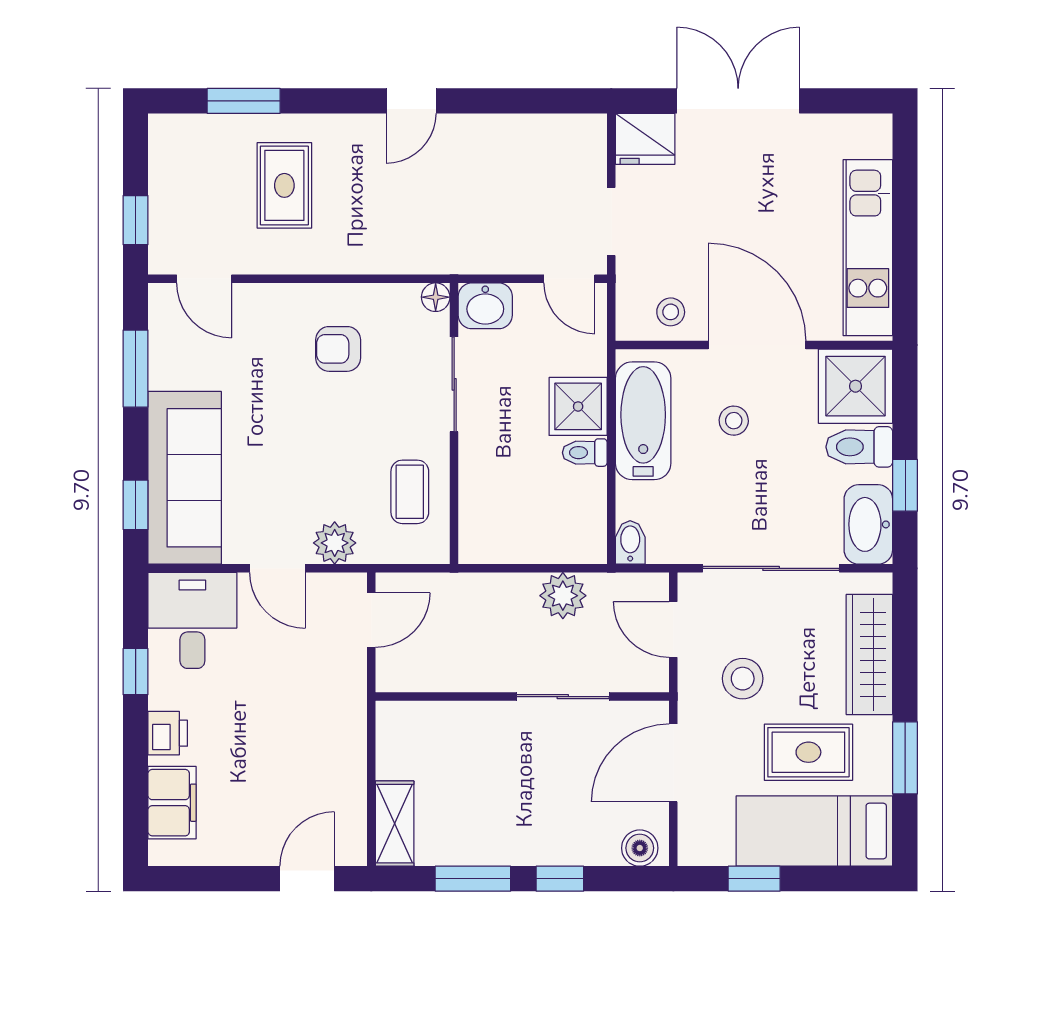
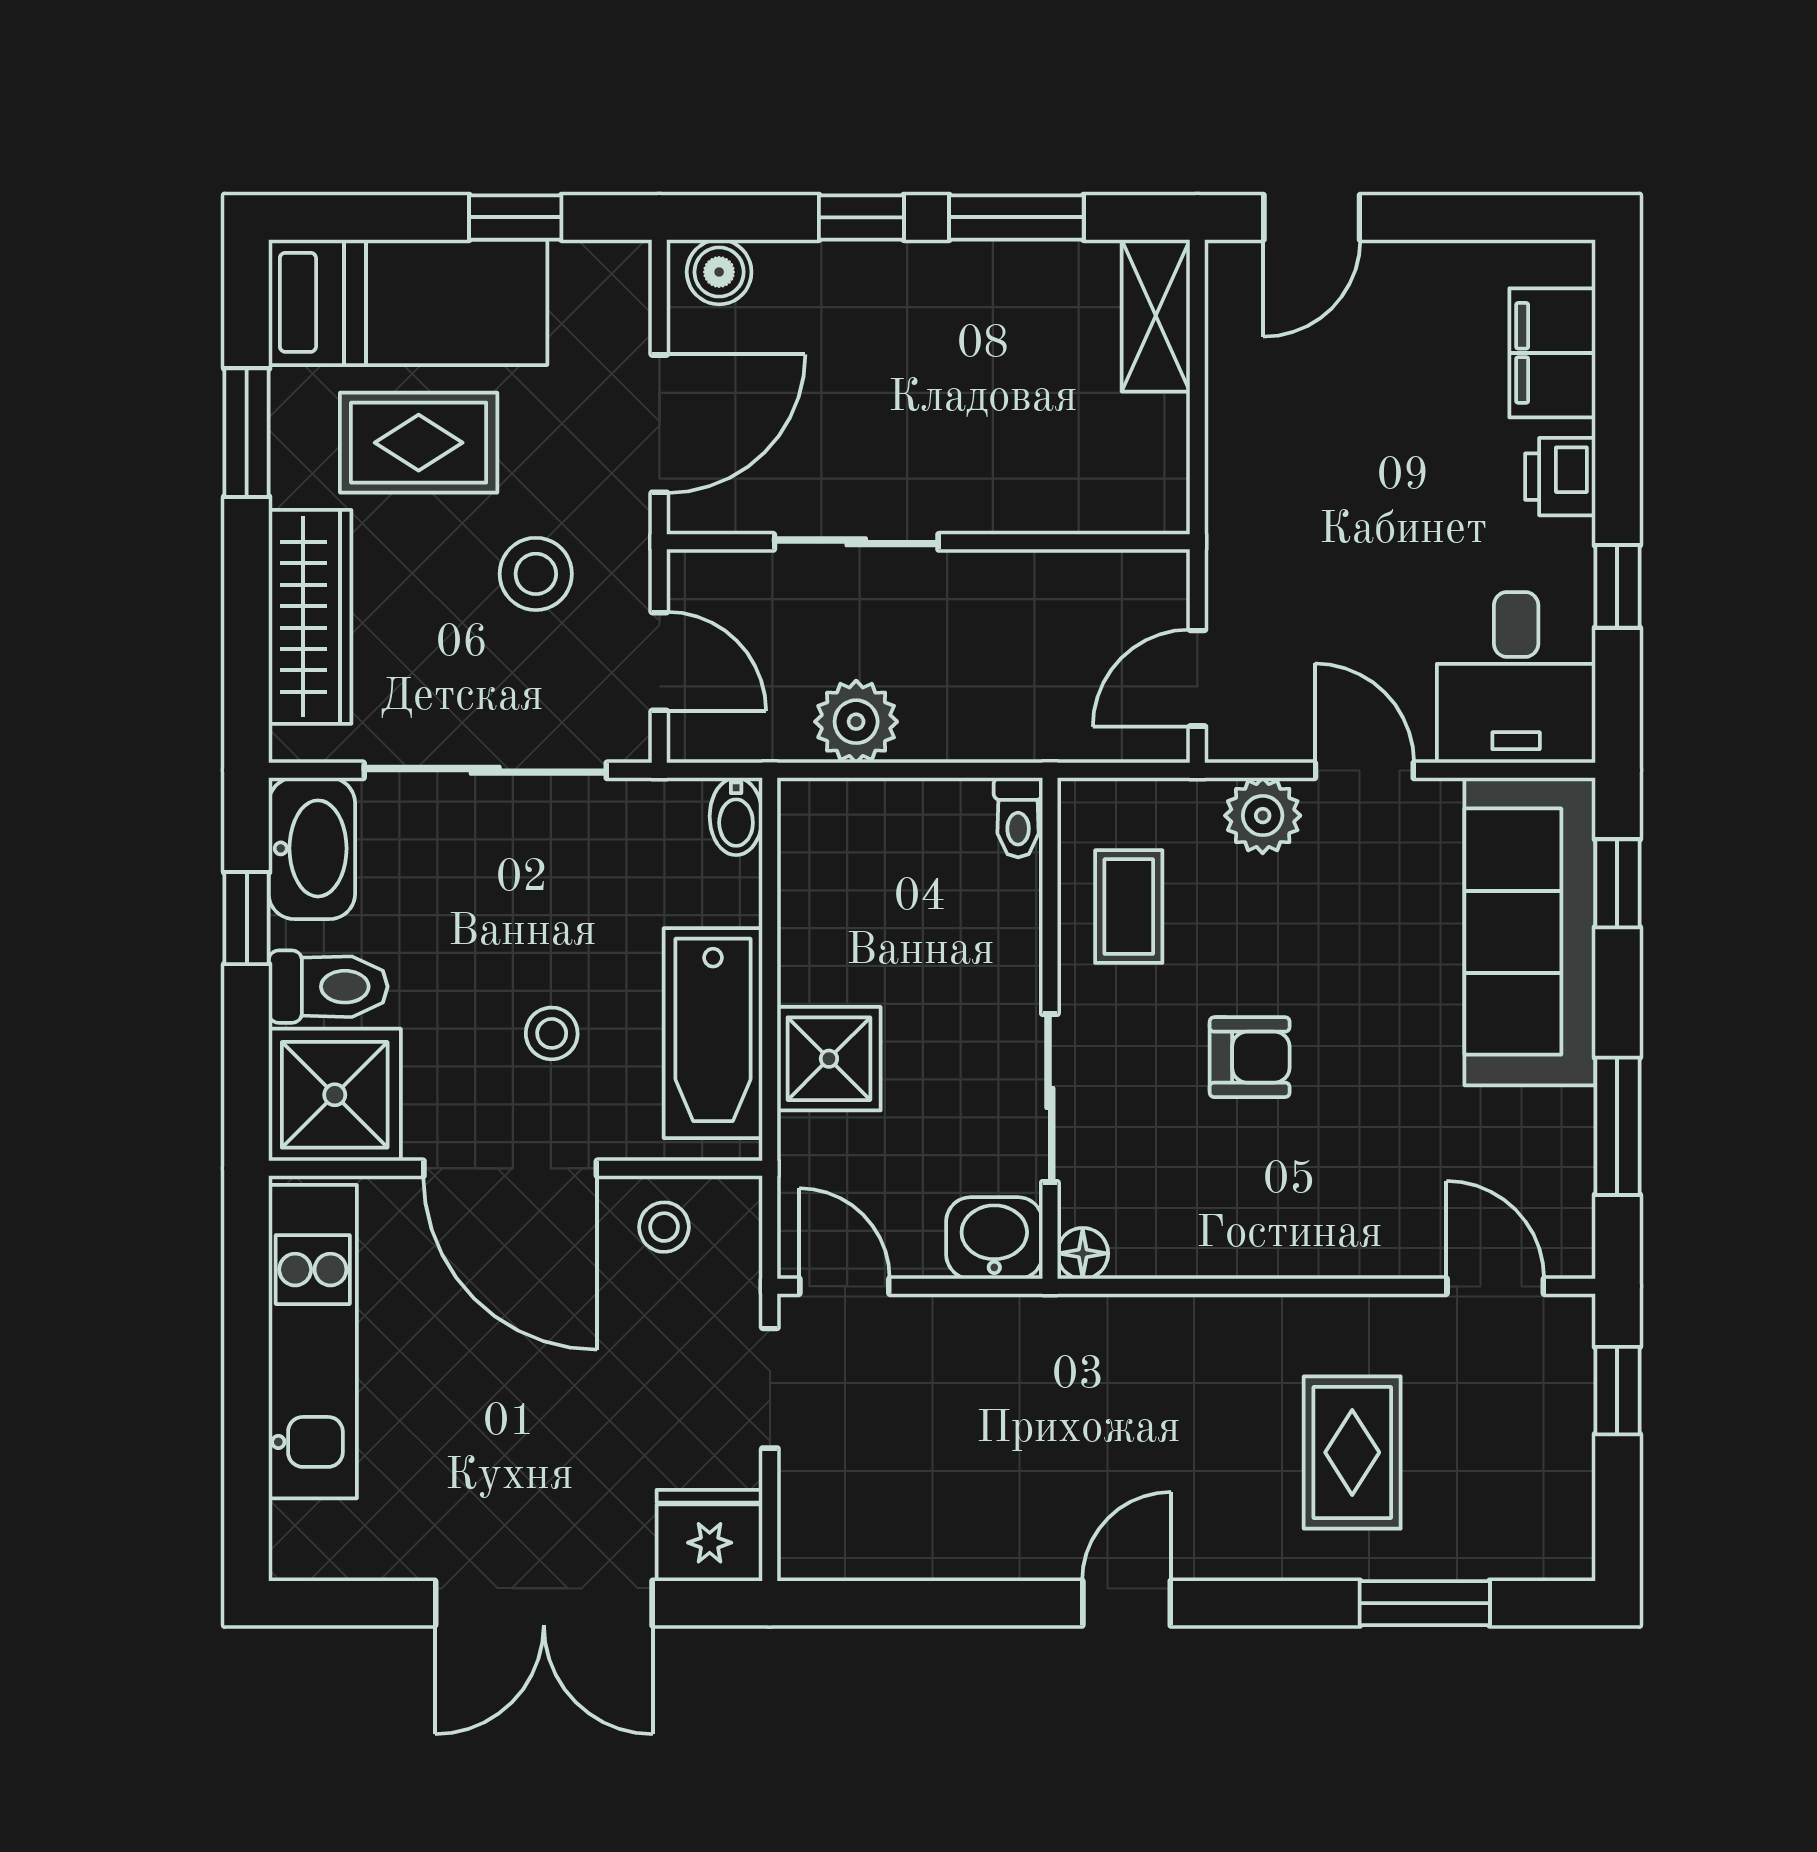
armchair: (338, 349) -> (1250, 1057), moved
toilet: (585, 453) -> (1018, 818), moved, turned 90

